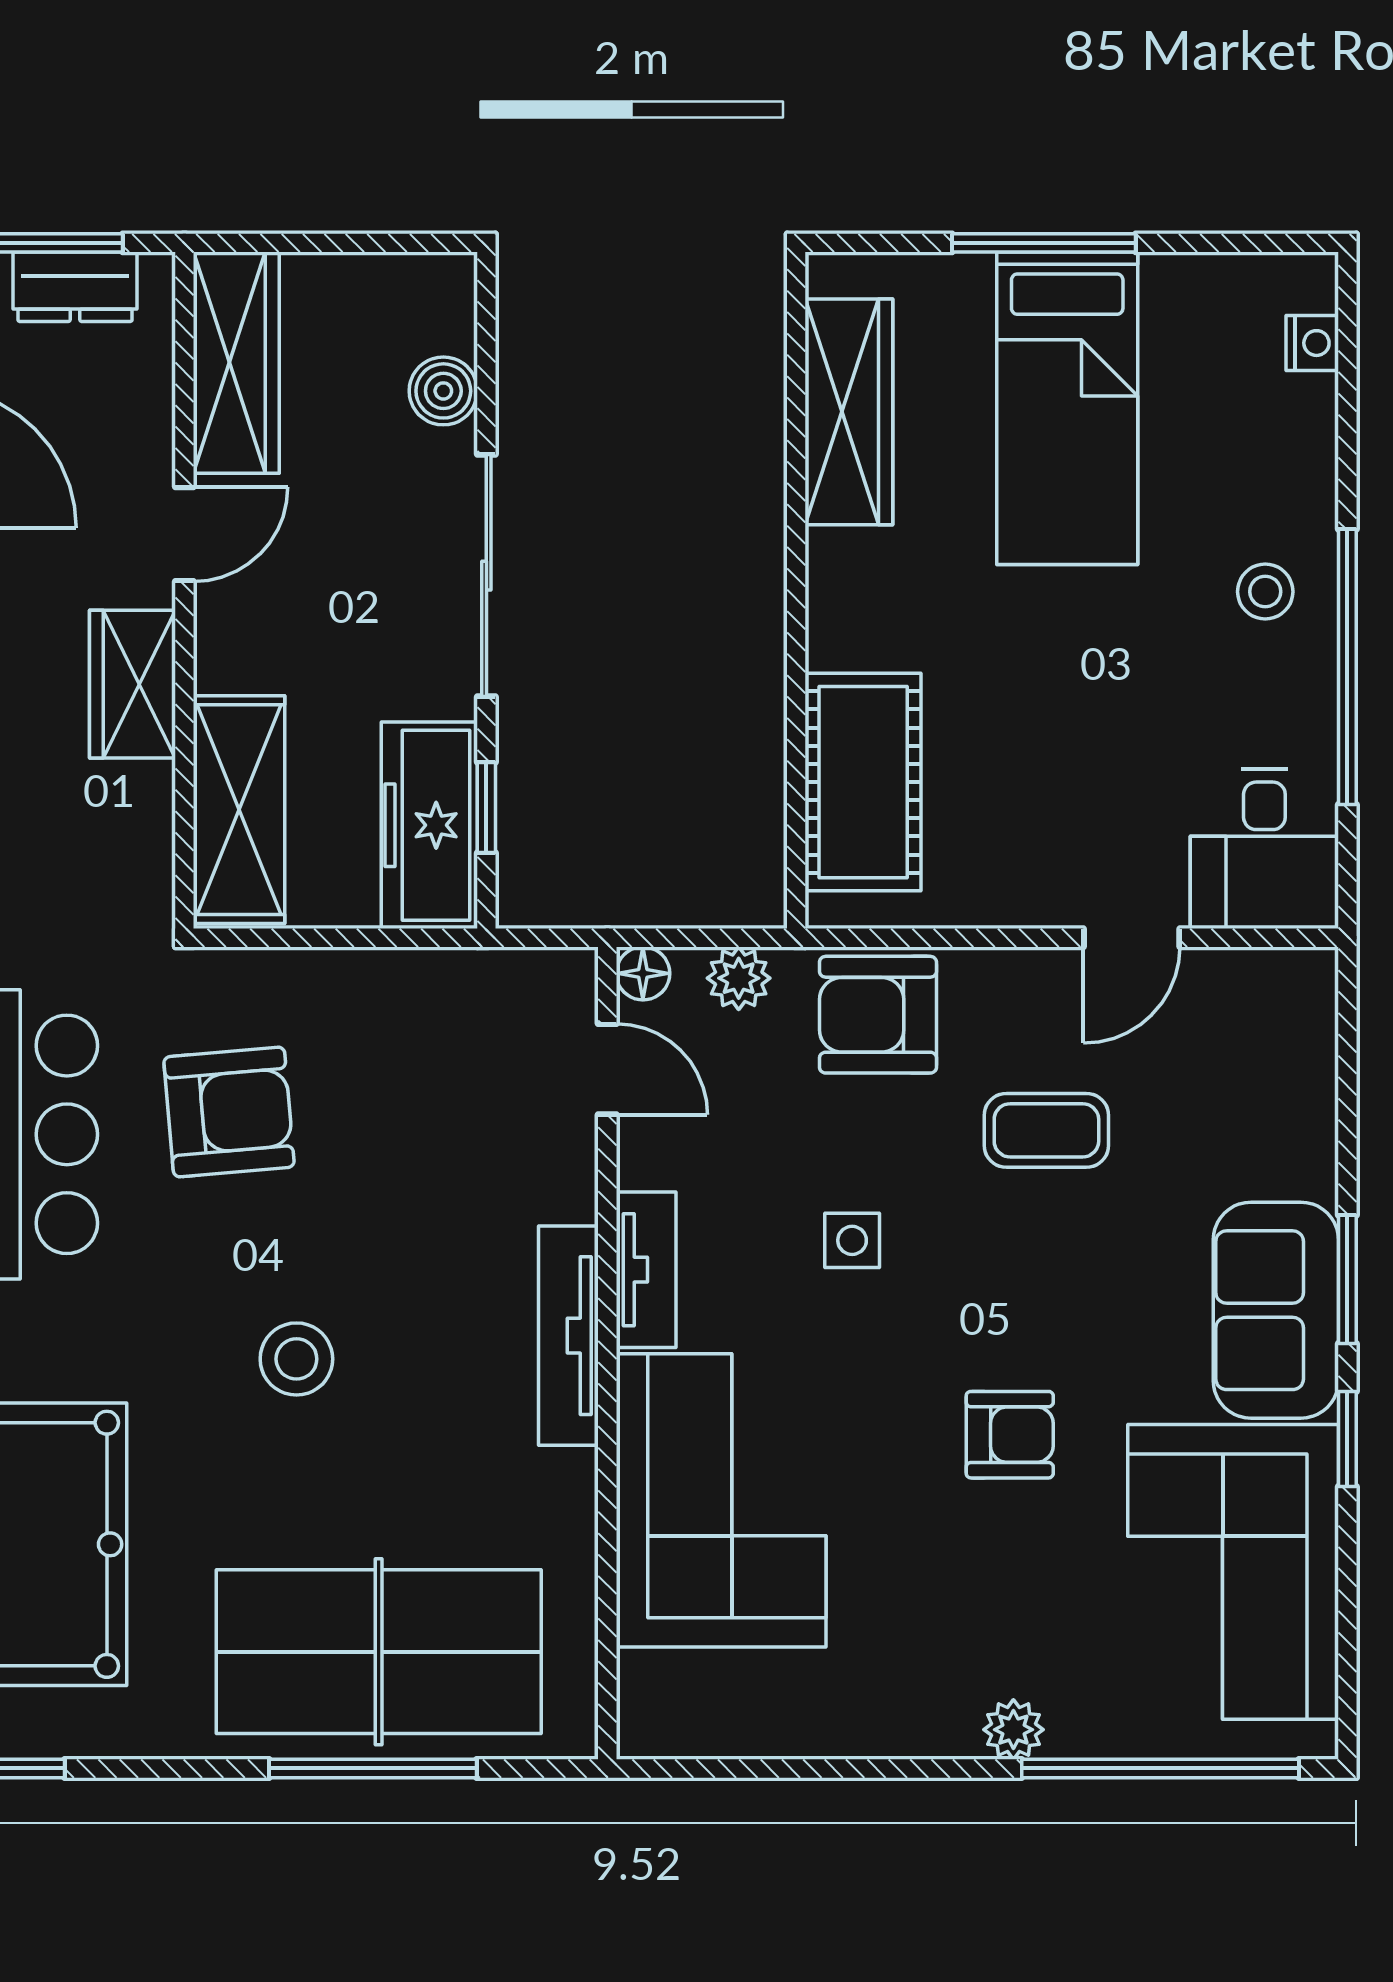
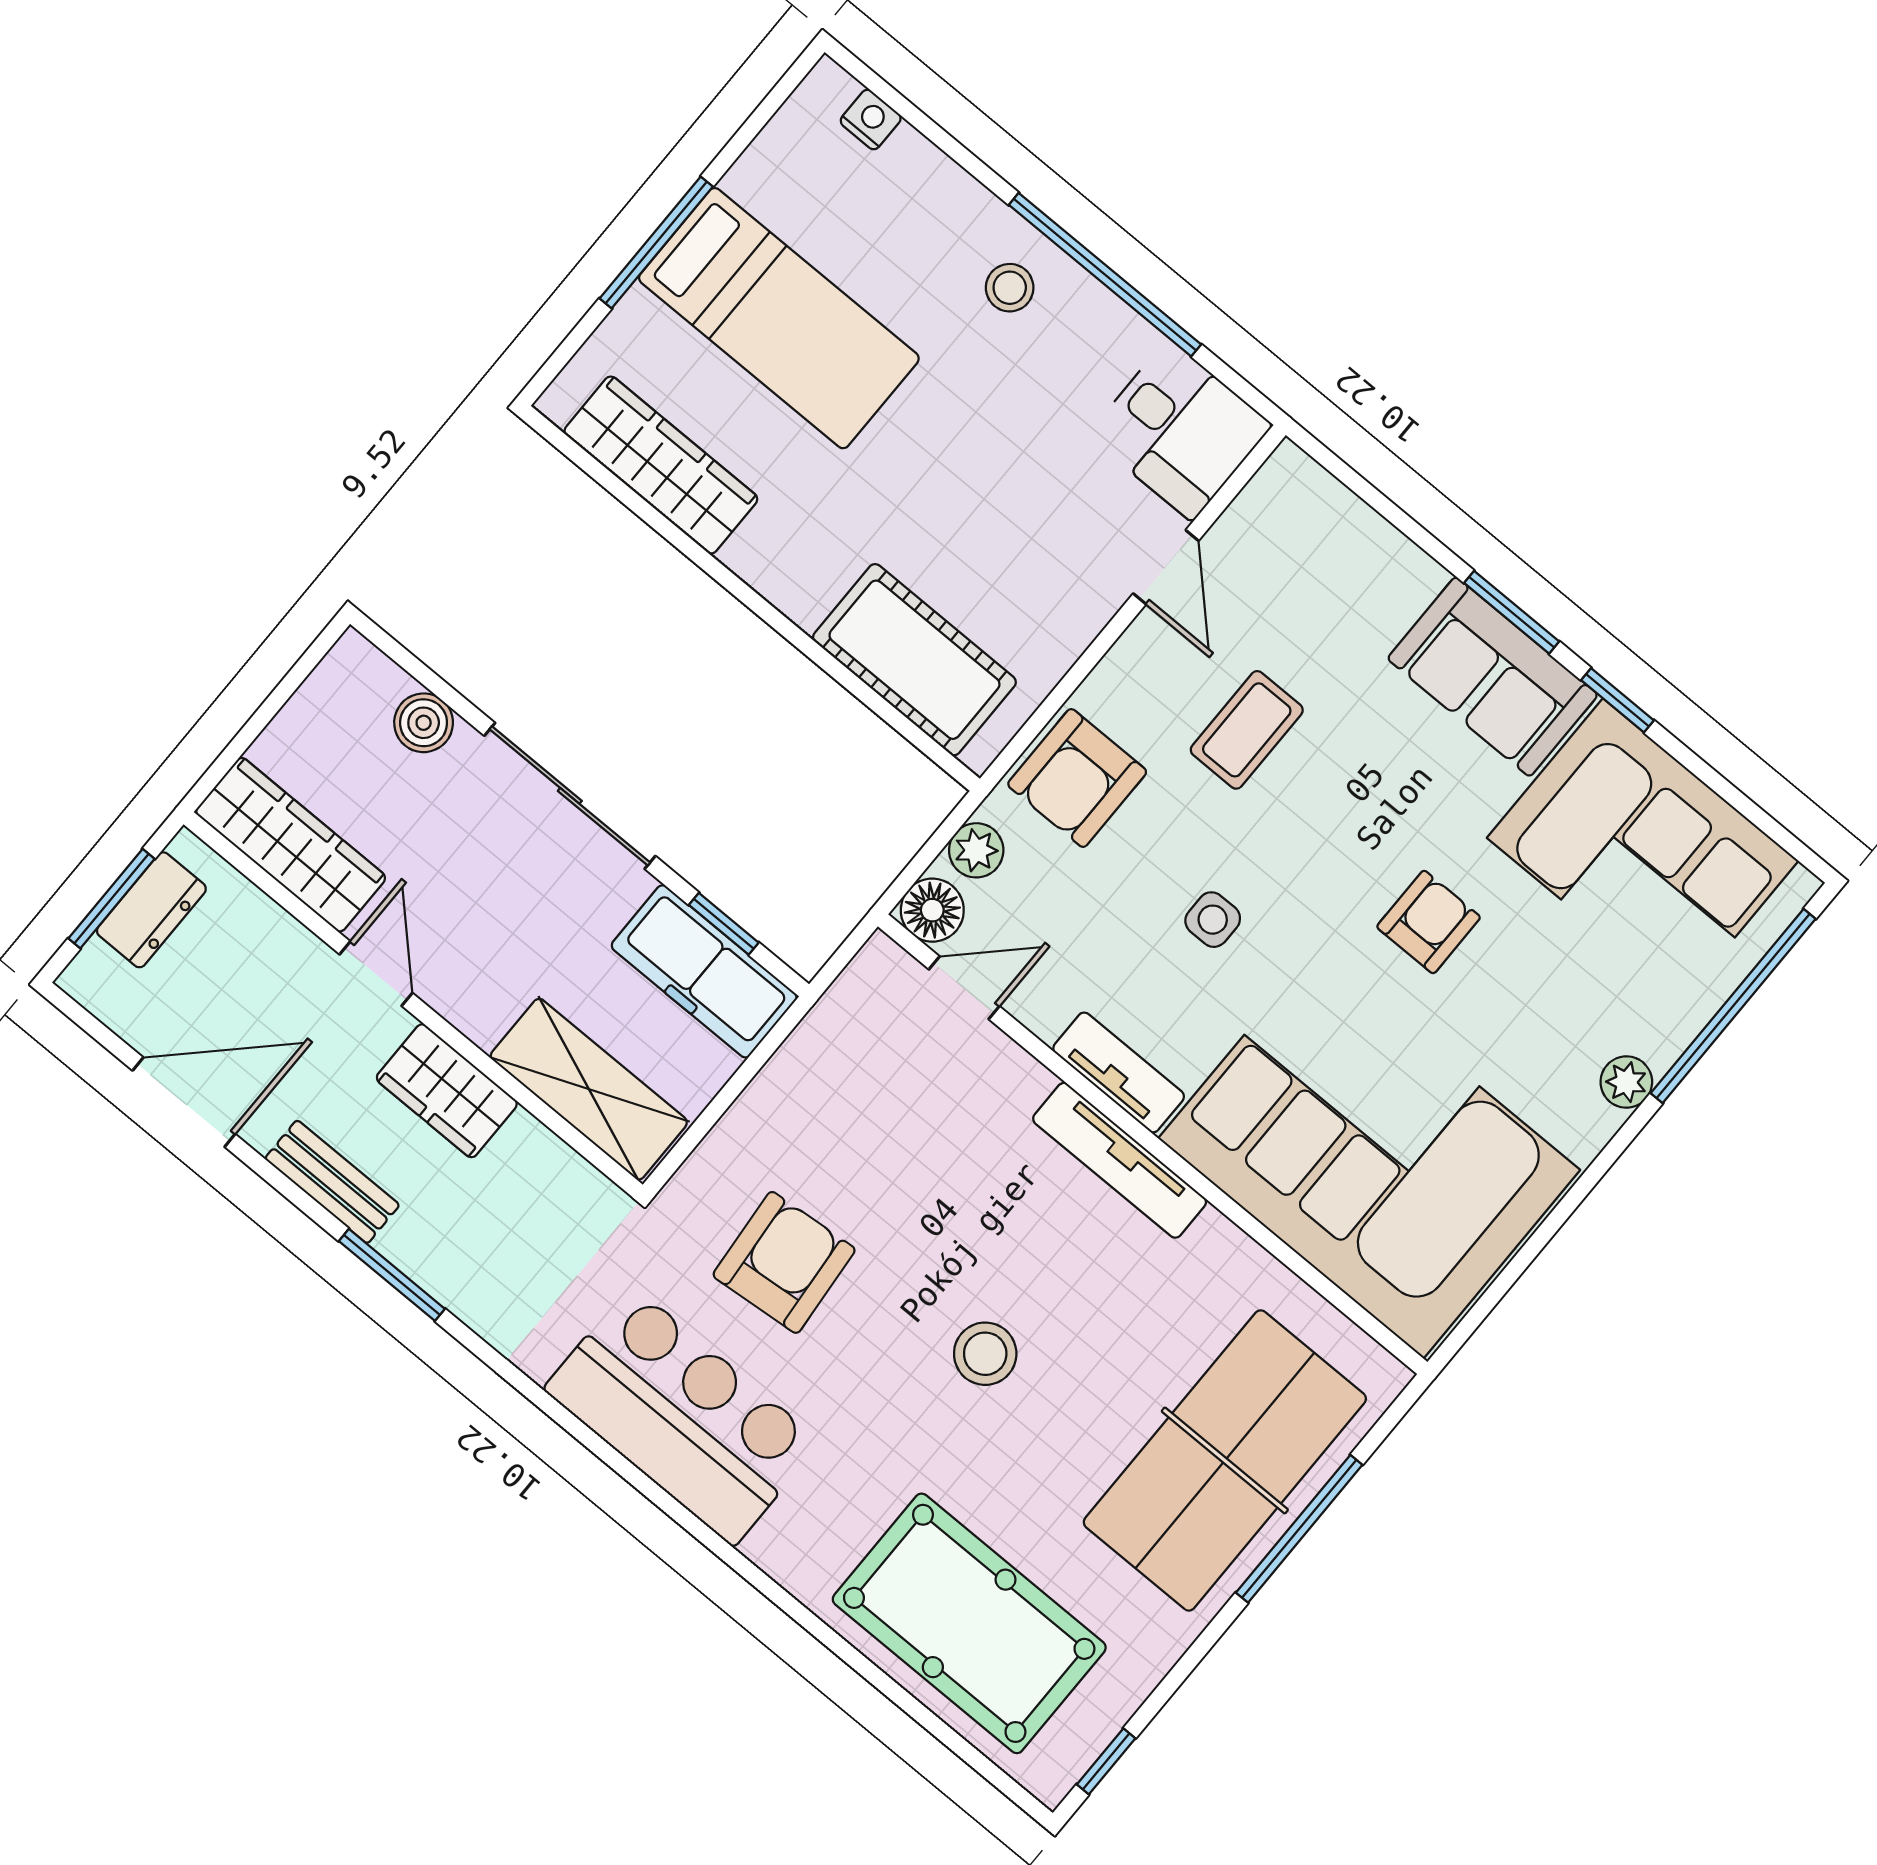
floor lamp: (643, 973) -> (932, 910), width x1.37, depth x1.37
corner sofa: (721, 1500) -> (1369, 1154), width x1.36, depth x1.36

